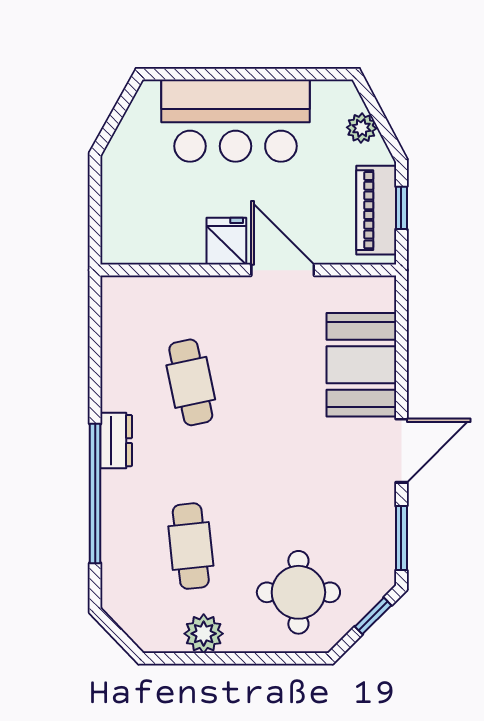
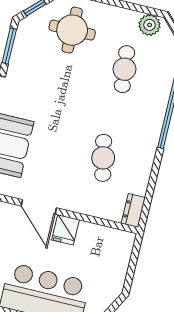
dresser: (116, 441) -> (133, 210), moved
plant: (204, 634) -> (150, 25), moved

